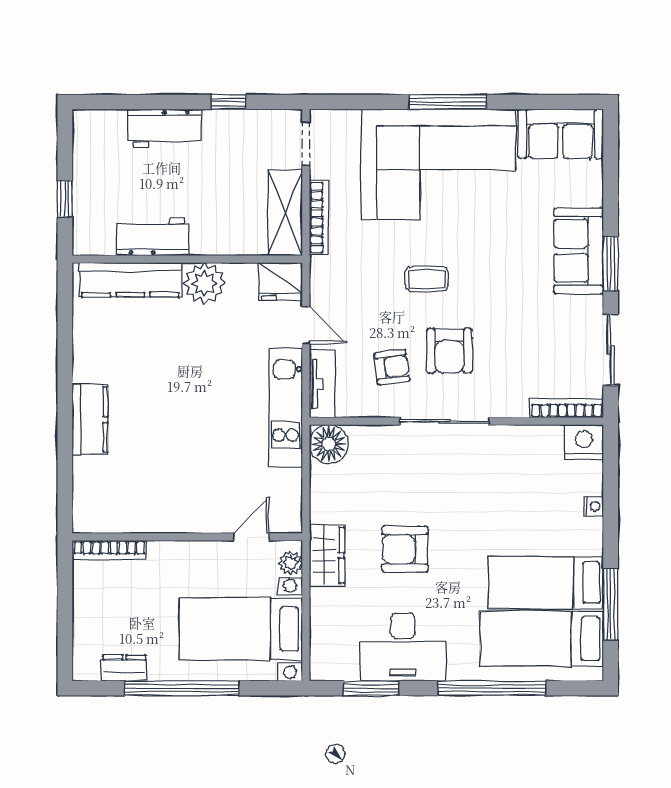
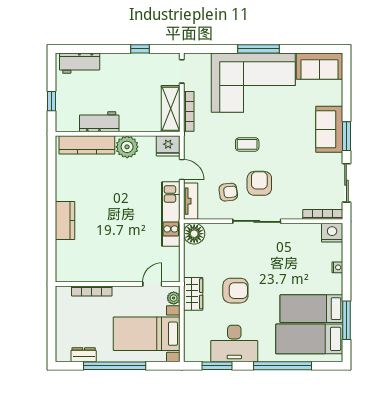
workbench: (165, 128) -> (80, 63), moved
armchair: (449, 351) -> (259, 183), turned 180
armchair: (405, 549) -> (235, 291), turned 180
bookcase: (109, 550) -> (92, 291), moved

